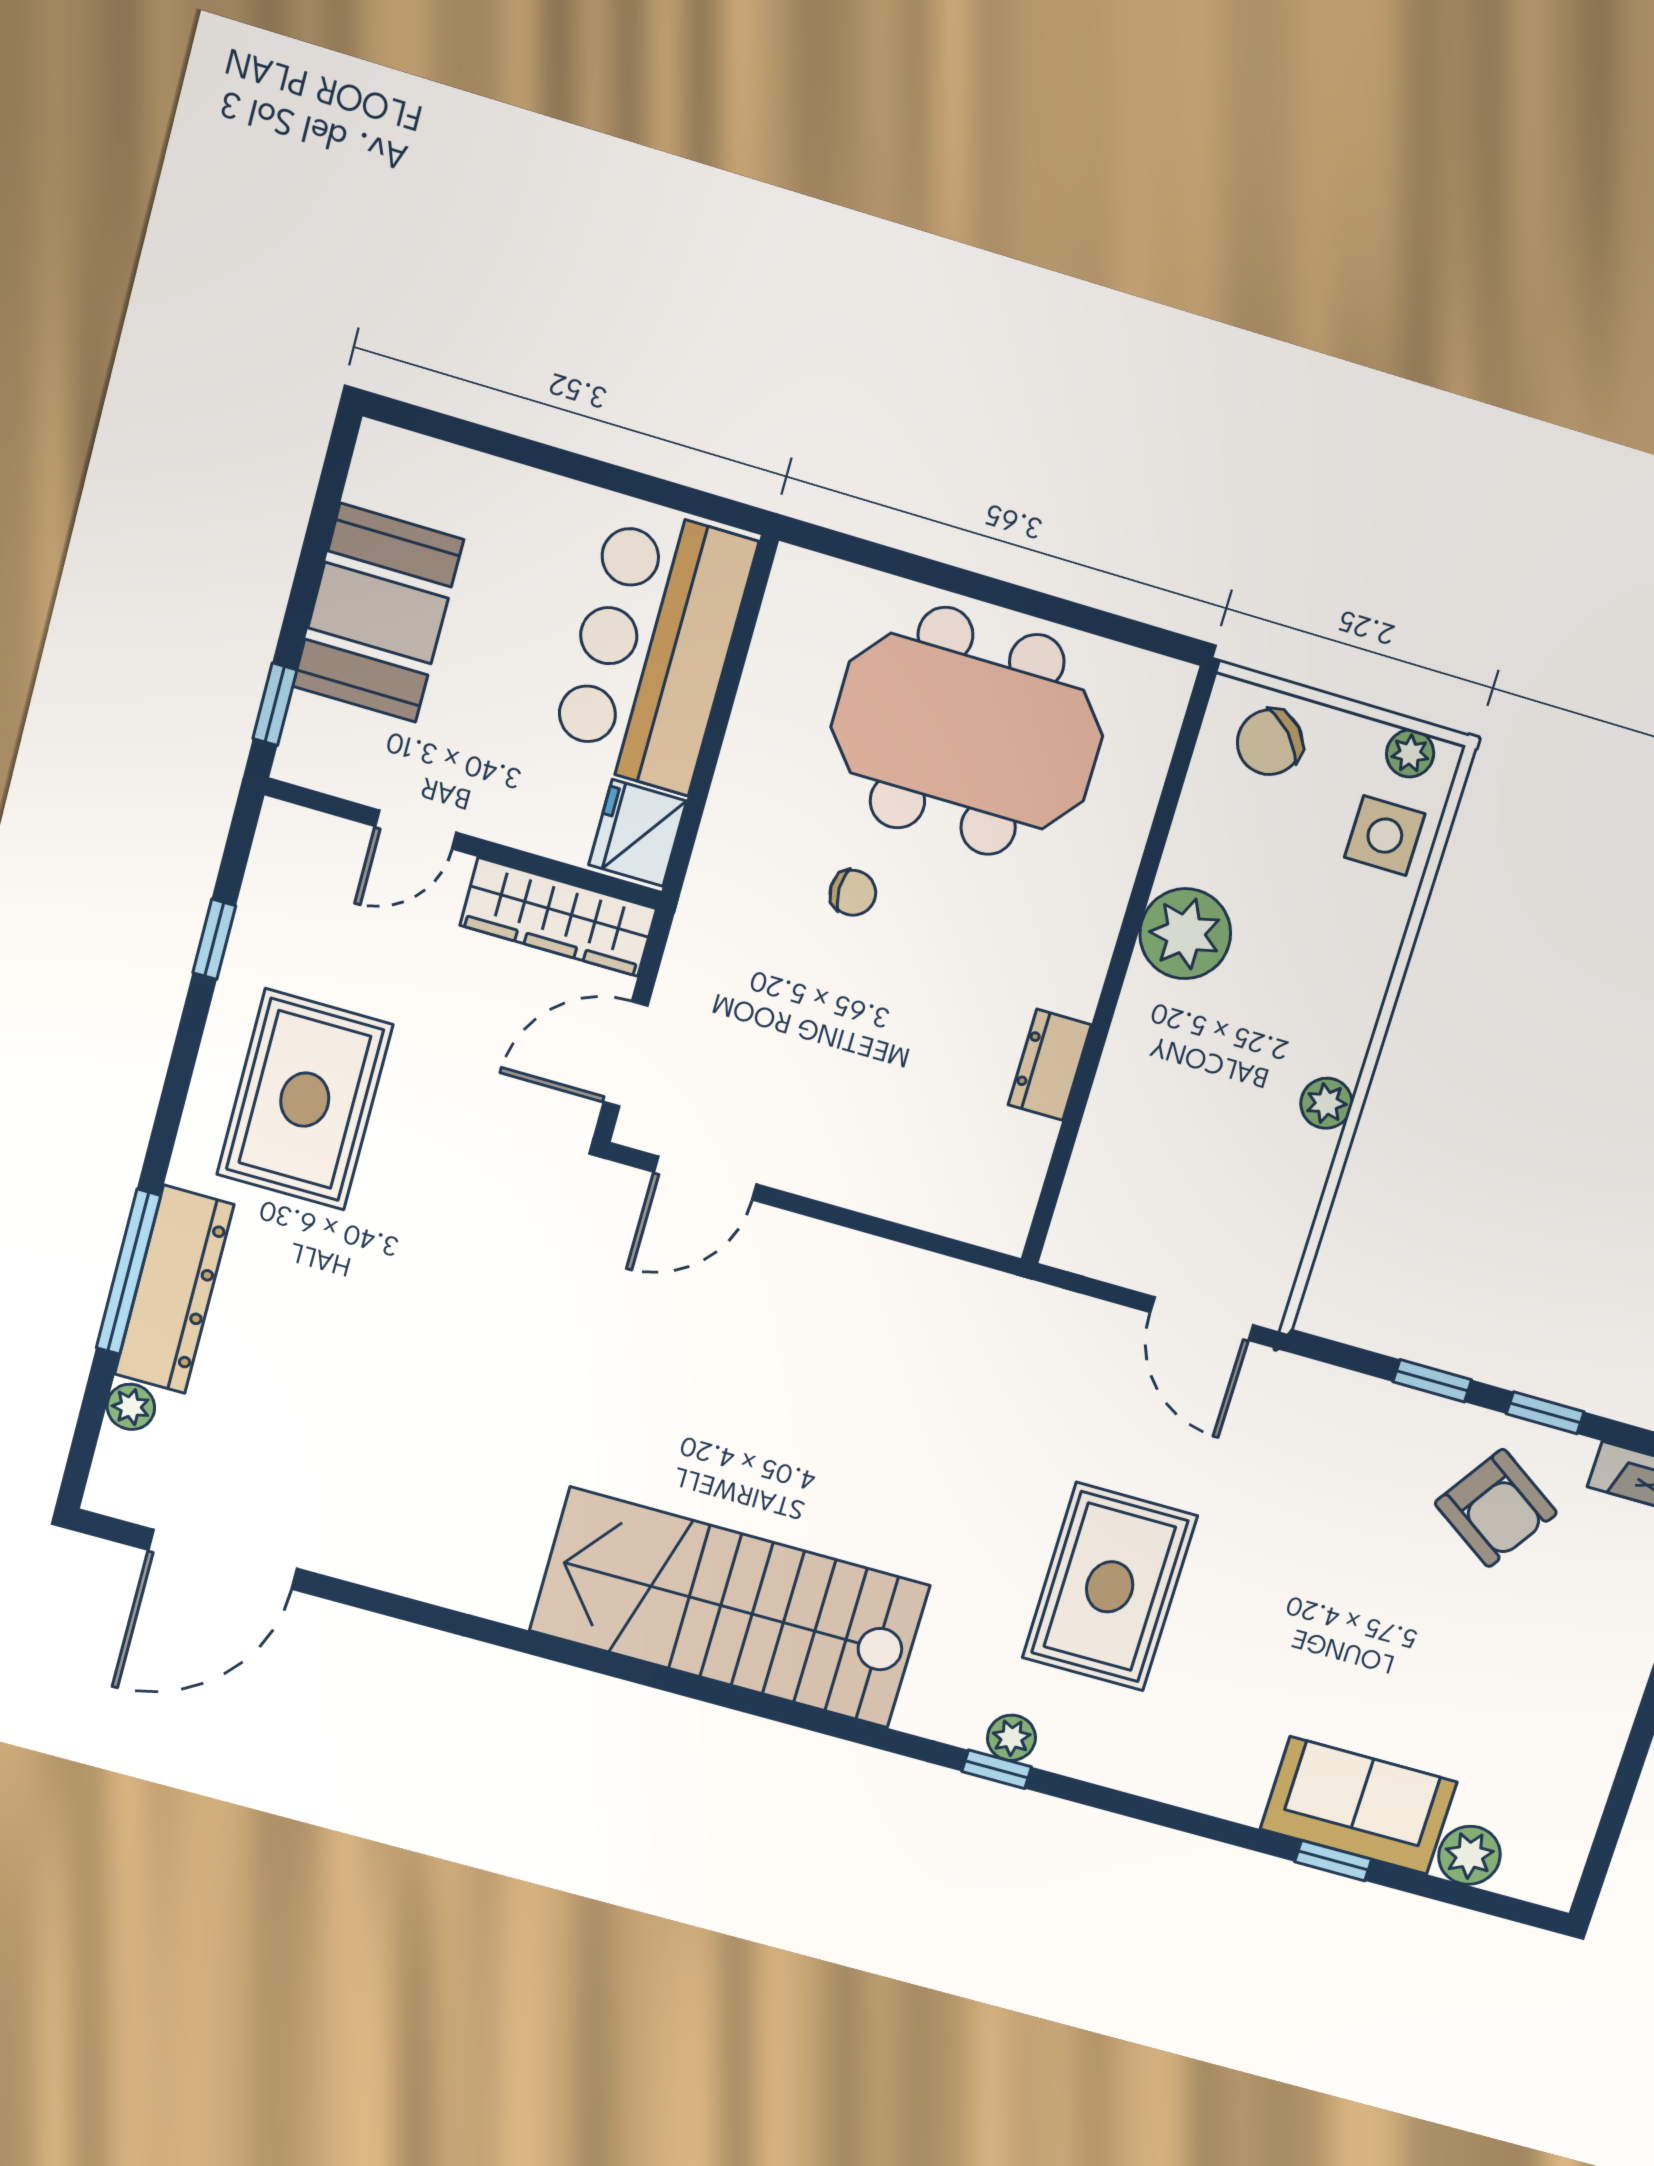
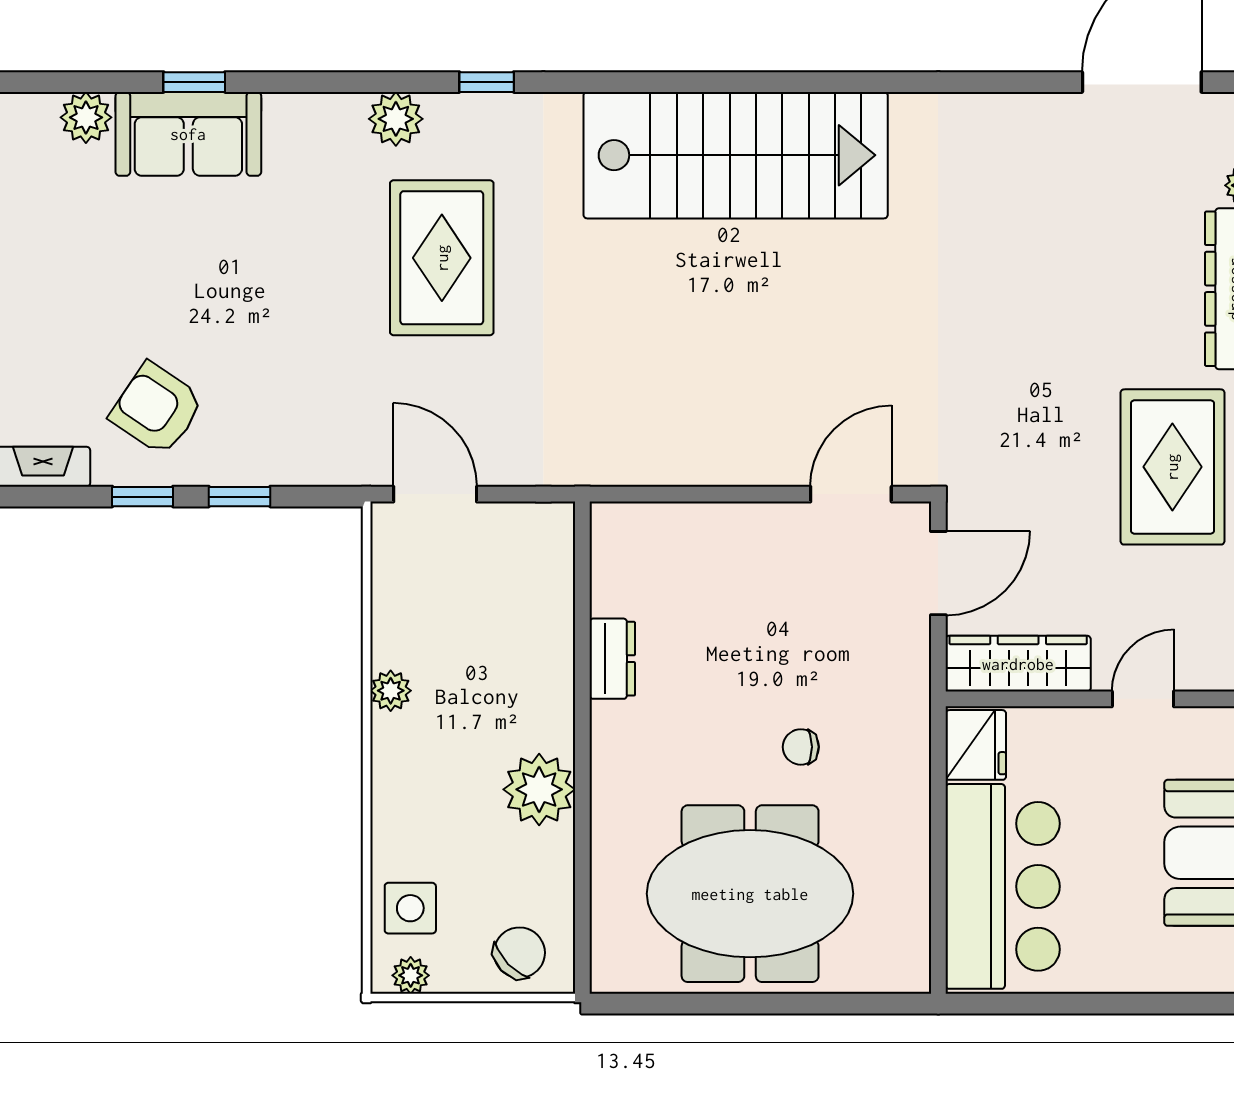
plant: (1011, 1738) -> (396, 119), moved, width x1.38, depth x1.38

